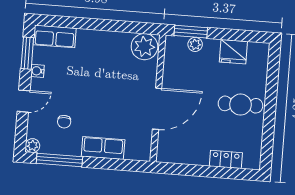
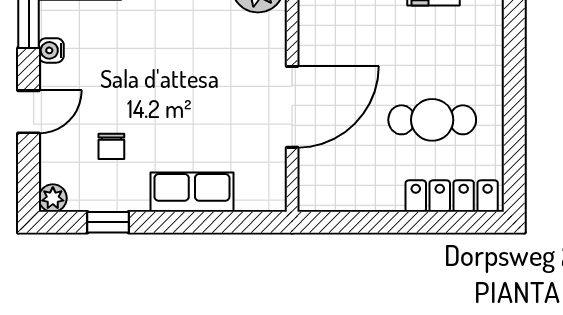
cafe table: (240, 105) -> (432, 120), moved
locker: (226, 159) -> (452, 196), width x1.53
window: (59, 160) -> (108, 222), width x0.46

